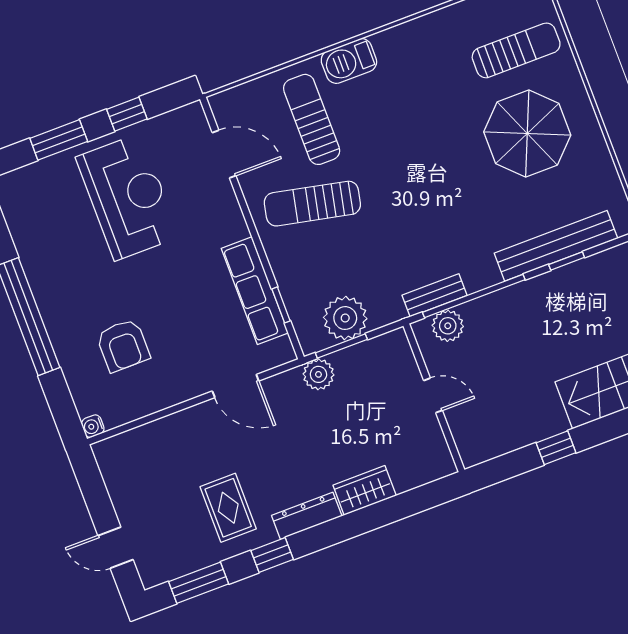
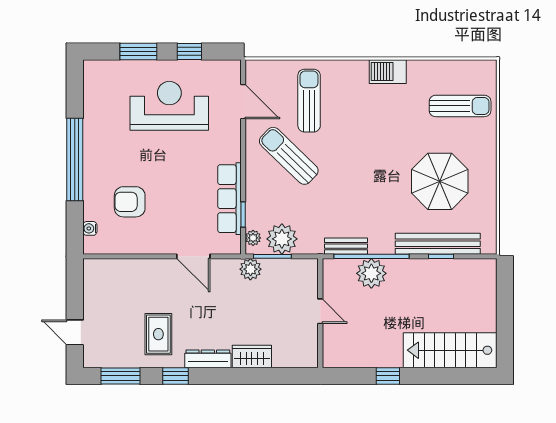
barbecue: (349, 61) -> (388, 72), moved
parasol: (527, 133) -> (440, 181), moved
reception desk: (128, 197) -> (169, 106), turned -90
sun lounger: (312, 204) -> (289, 156), turned 32
plant: (448, 326) -> (371, 273), moved, width x1.36, depth x1.36
plant: (306, 331) -> (253, 238), added
armchair: (123, 345) -> (130, 202), turned 90
water cooler: (93, 426) -> (90, 228), moved

